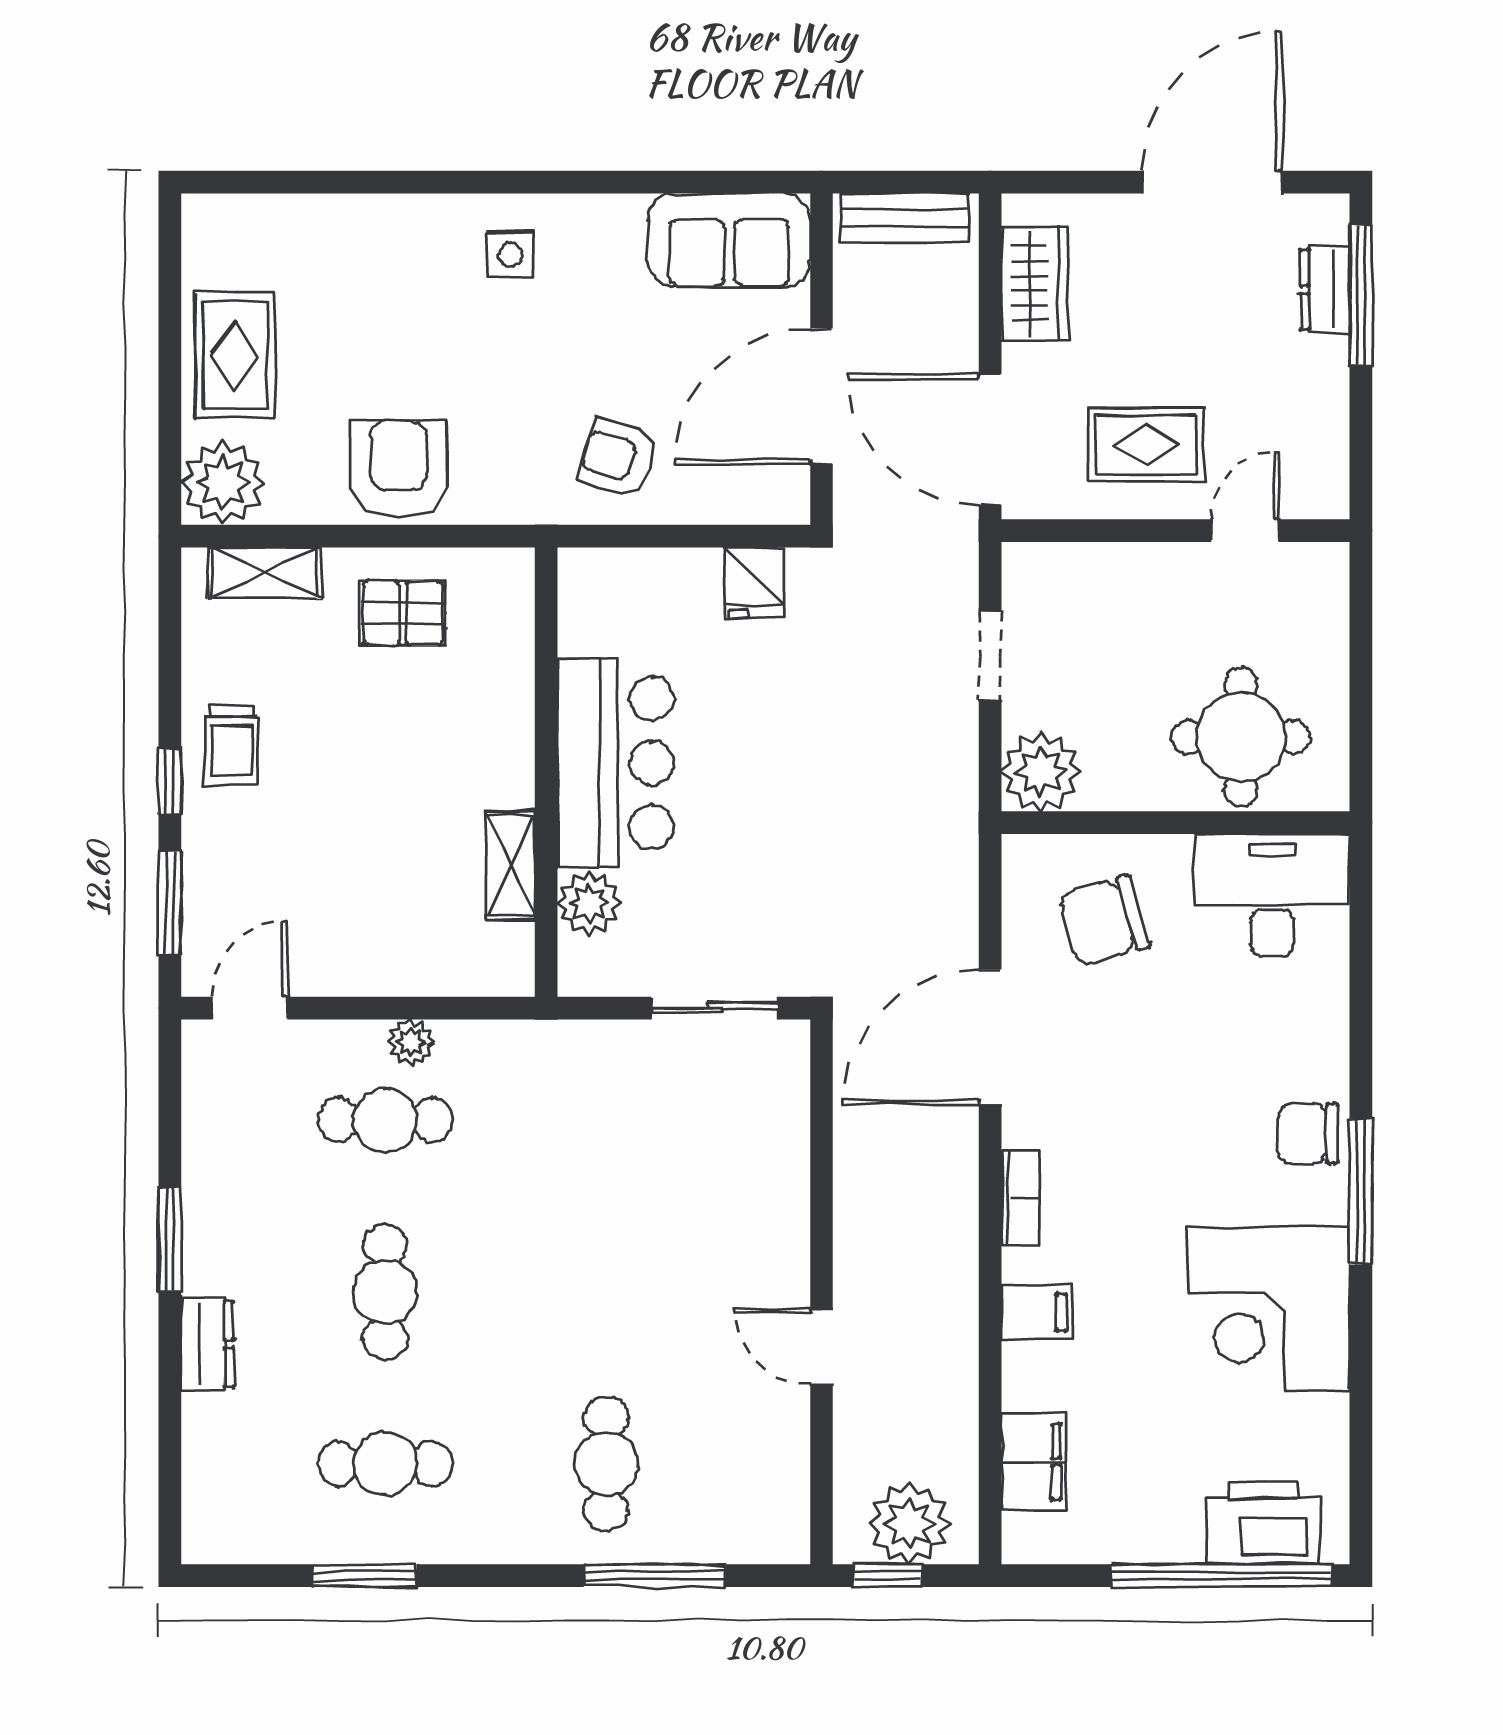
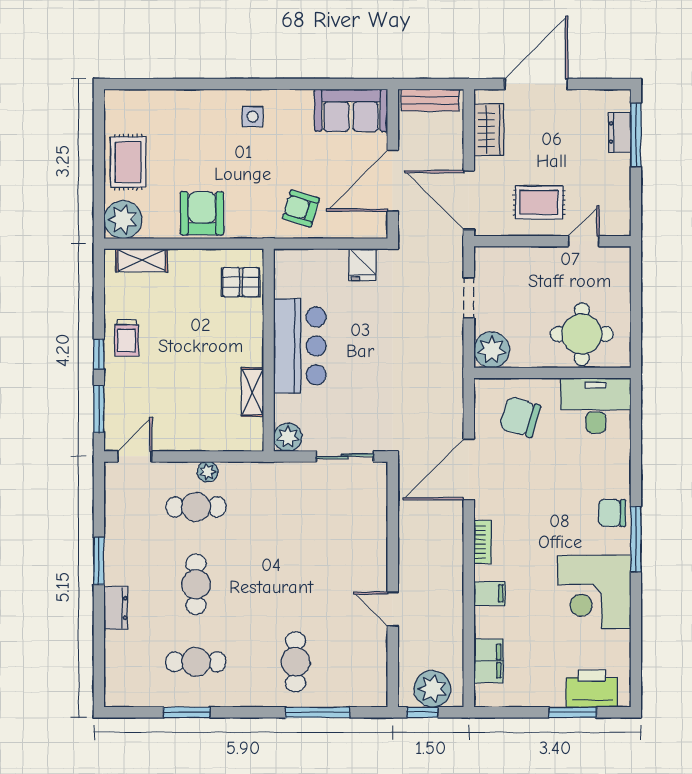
door: (1212, 182) -> (536, 84), moved
pallet: (403, 613) -> (241, 282), moved
plant: (589, 903) -> (288, 437), moved
chair: (1104, 921) -> (520, 417), turned 32
window: (1221, 1576) -> (573, 712), width x0.47

